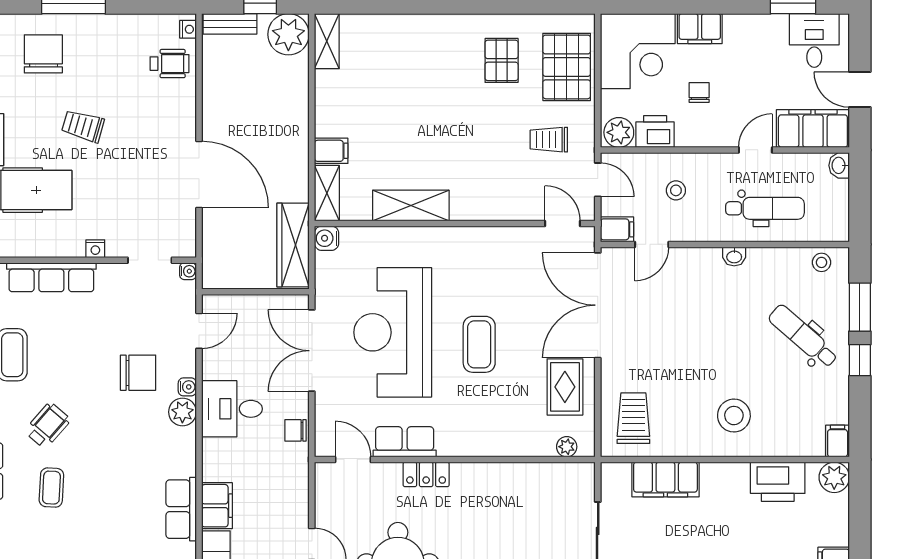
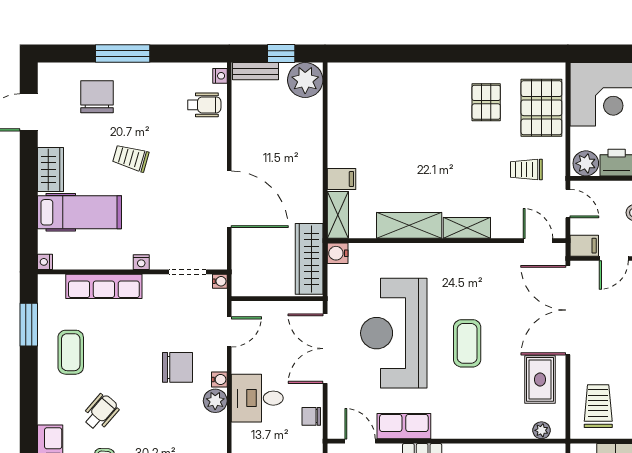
shelving: (327, 41) -> (467, 228), moved, turned 90

